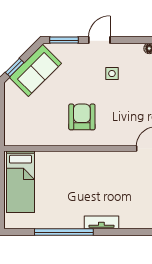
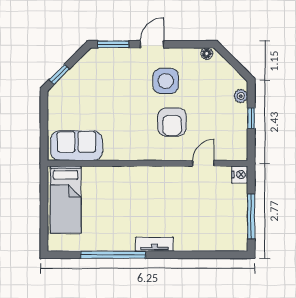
sofa: (35, 70) -> (77, 146), moved, turned -135
side table: (112, 74) -> (166, 81), width x1.87, depth x1.87
armchair: (82, 117) -> (172, 122), moved, turned 180

